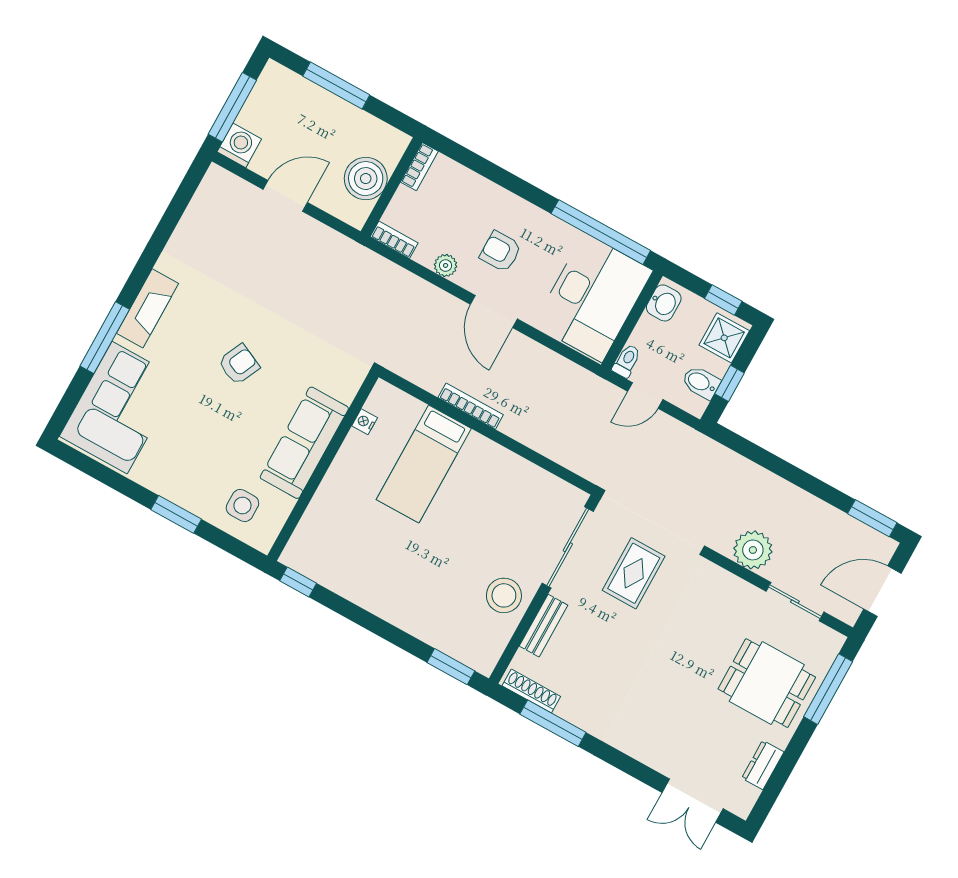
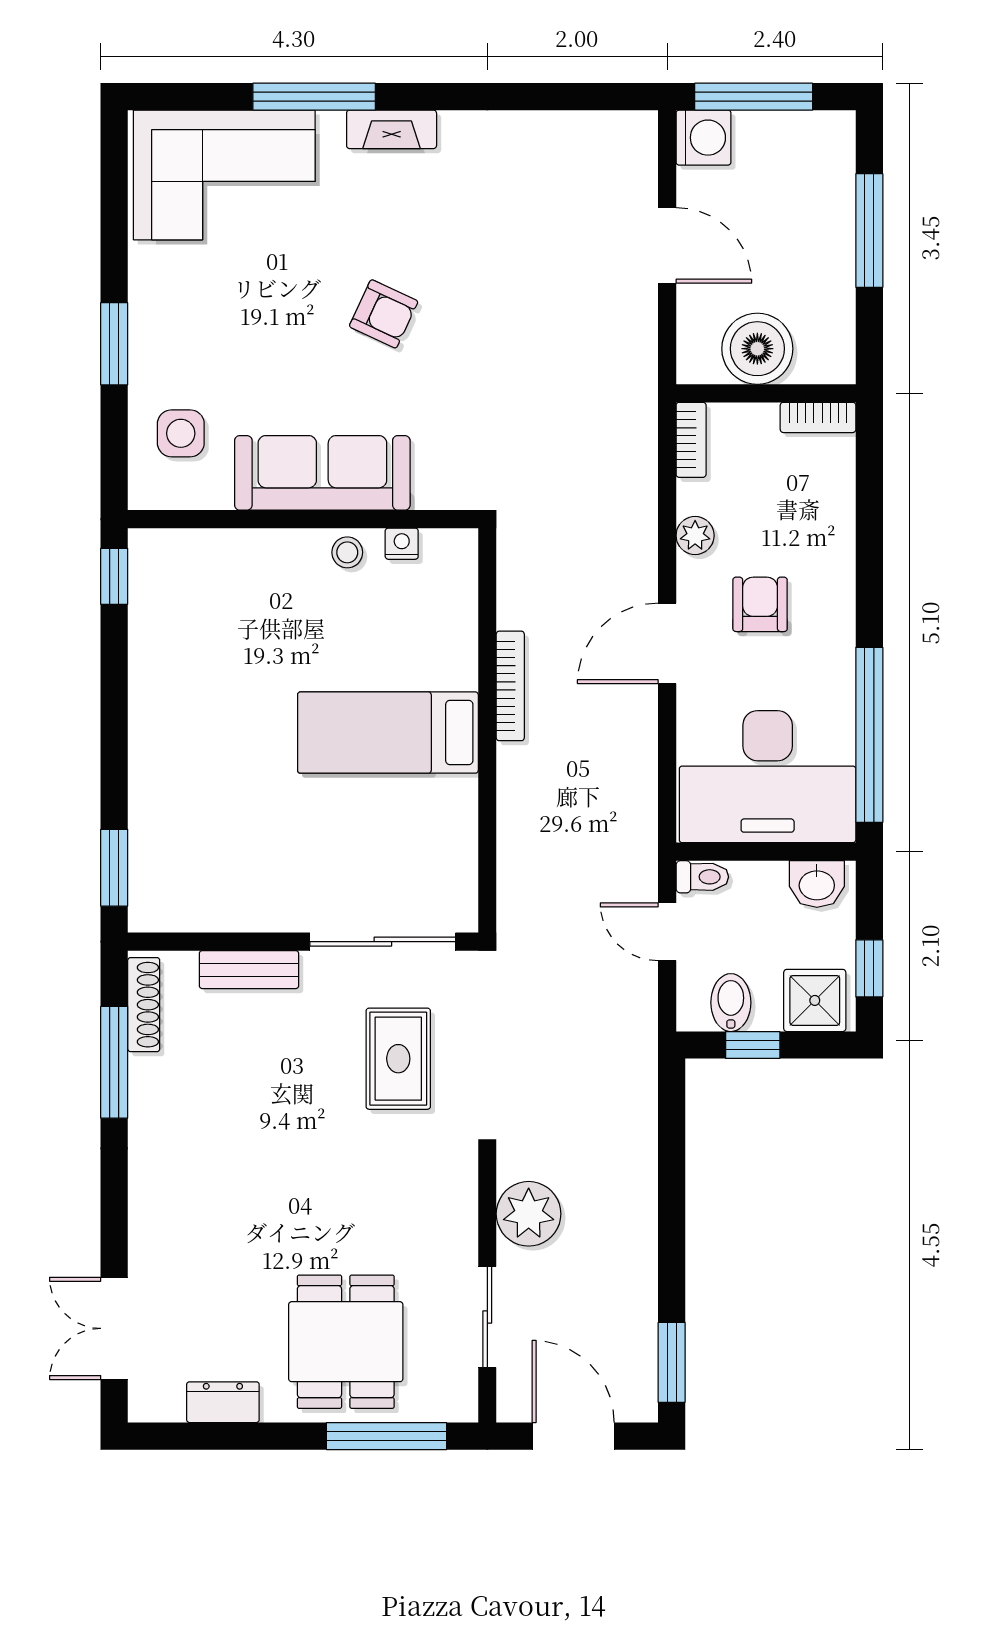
fireplace: (148, 308) -> (392, 129), width x0.73, depth x0.76
bed: (424, 464) -> (388, 733), moved
rug: (634, 573) -> (398, 1059), turned 90
stool: (504, 595) -> (347, 552), moved, width x0.53, depth x0.53

